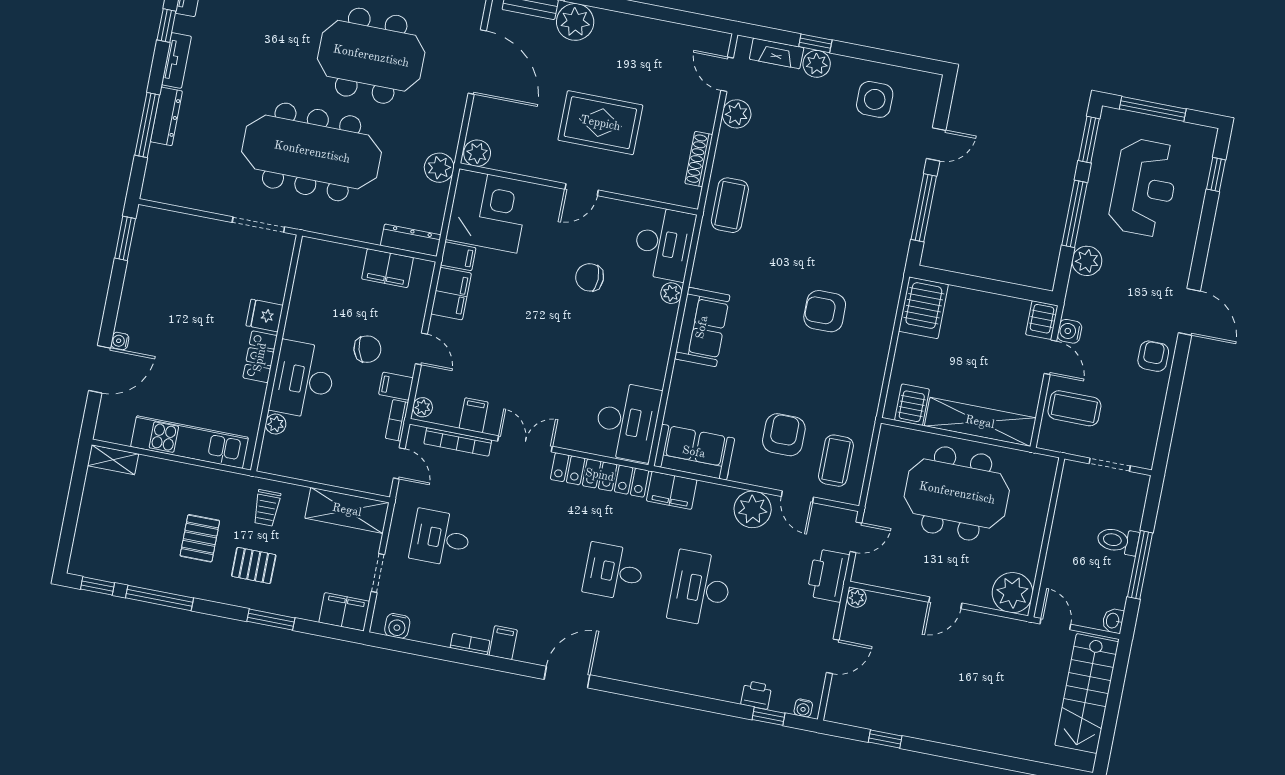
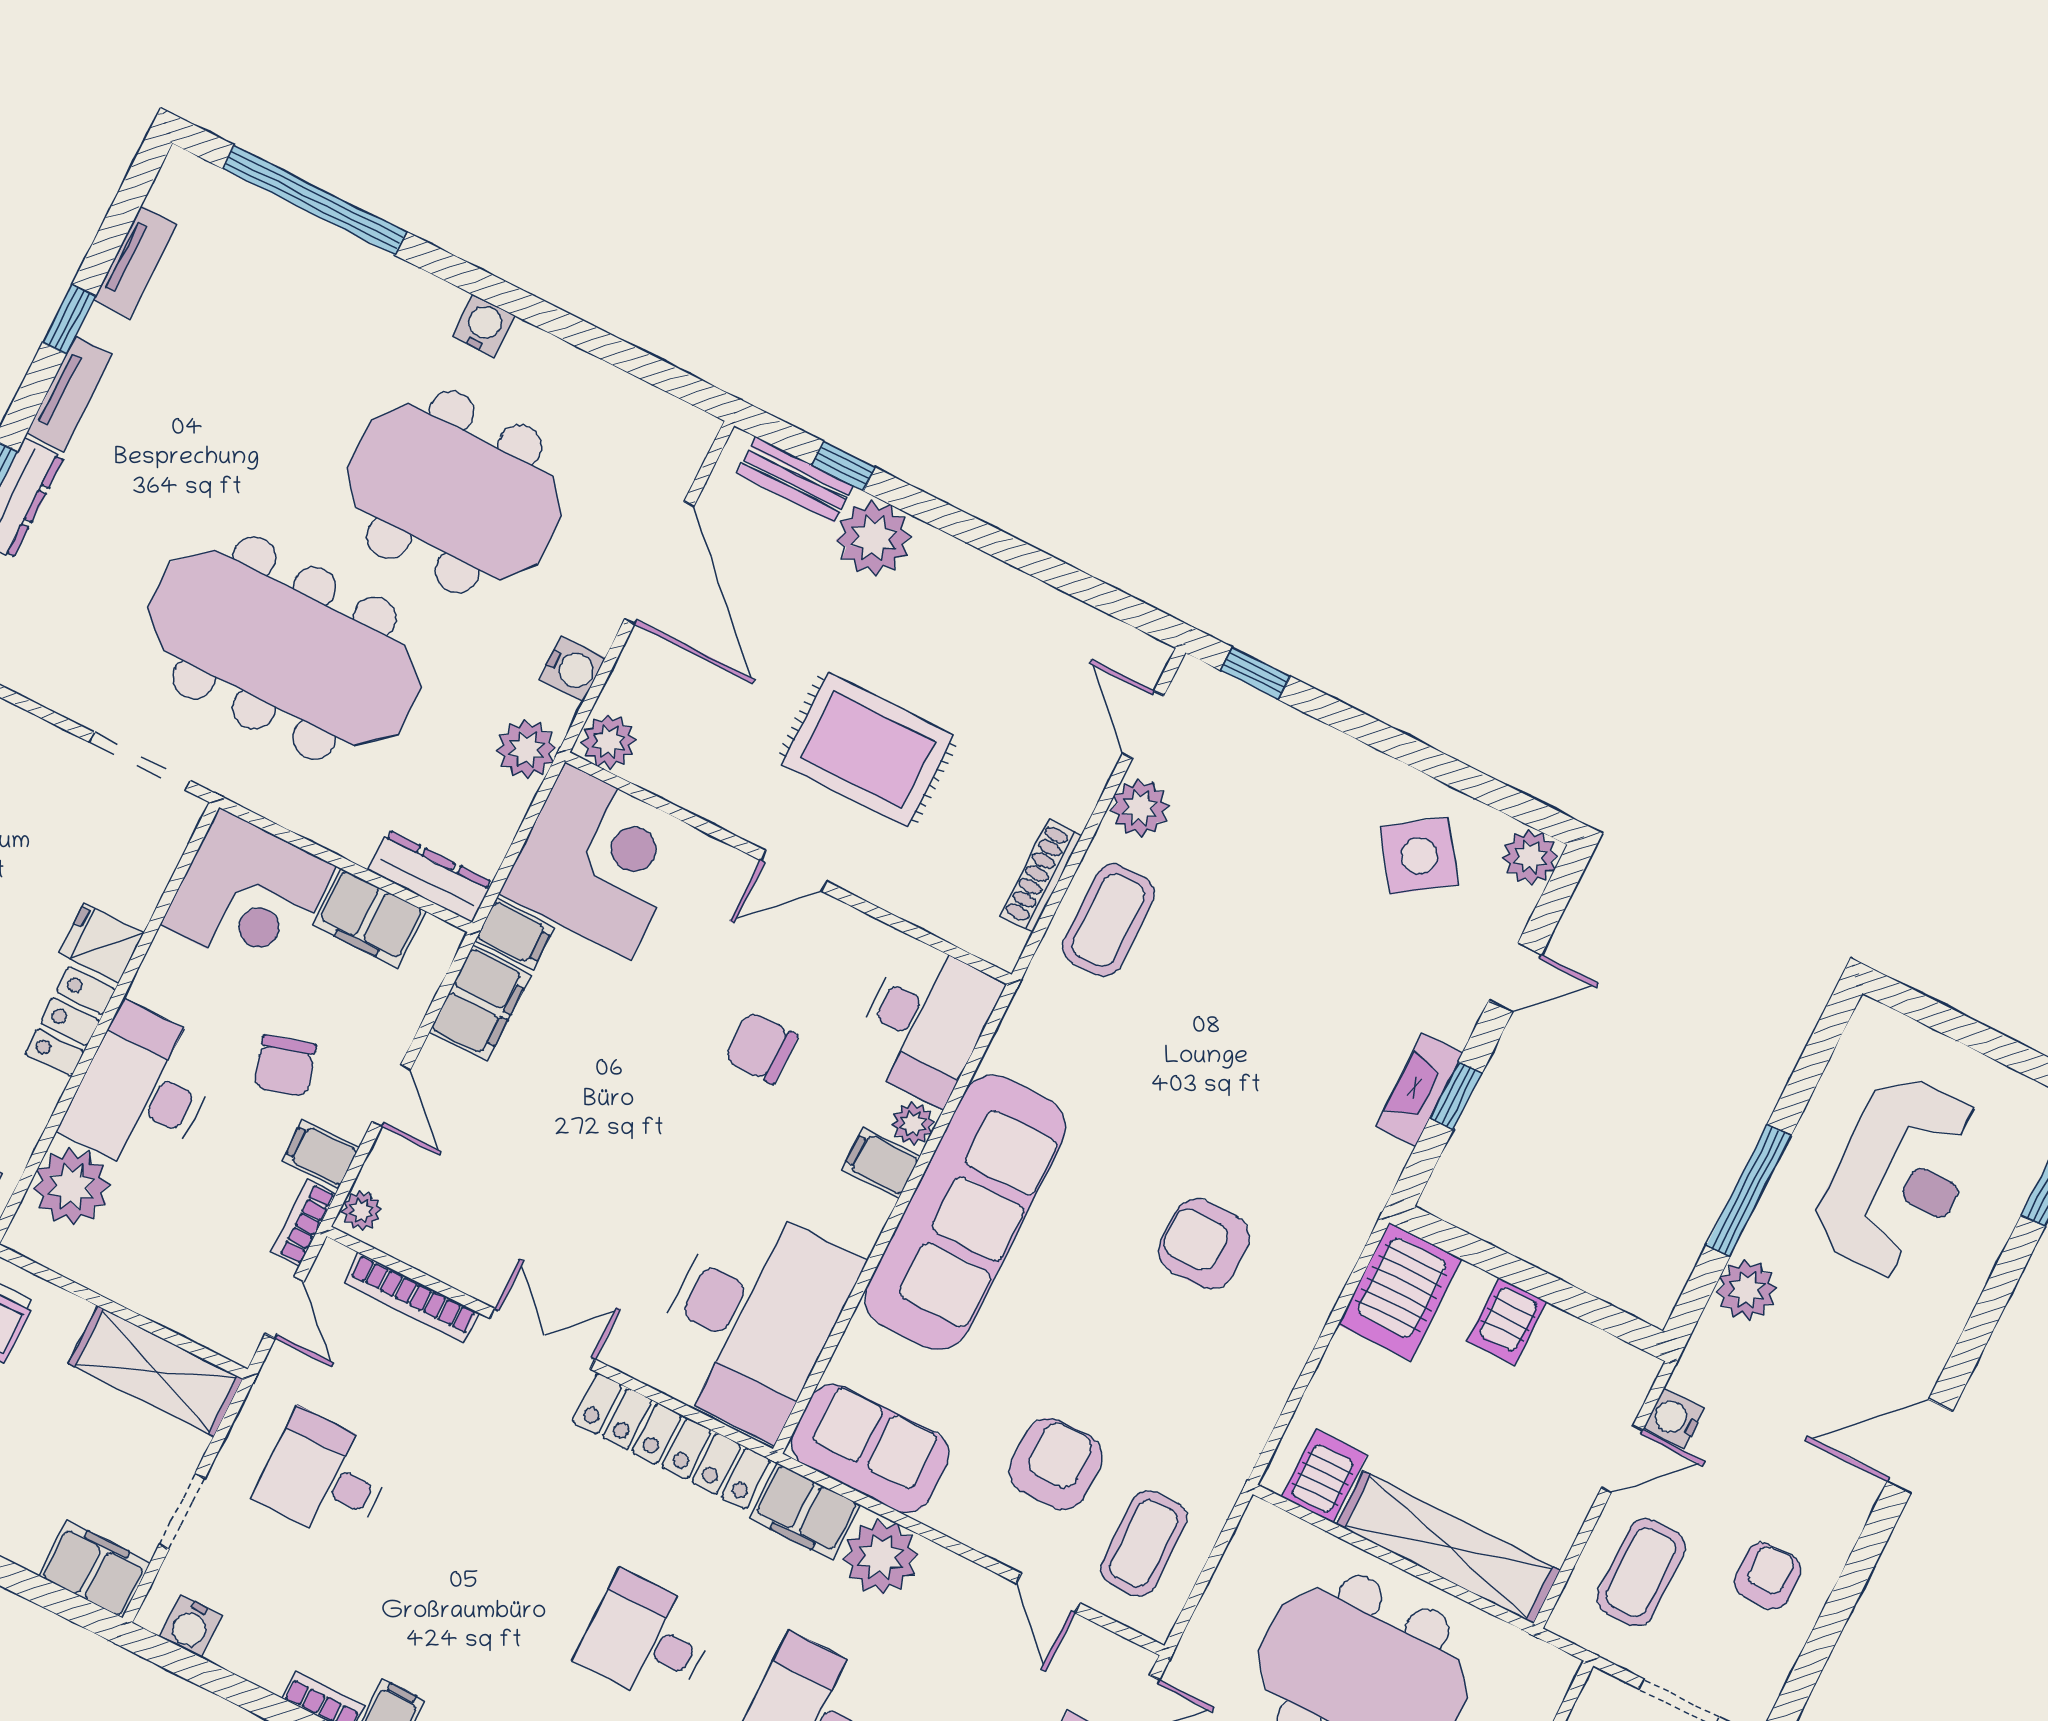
window: (815, 43) -> (1255, 673), moved
fireplace: (777, 53) -> (1419, 1090), moved, turned 90
plant: (817, 64) -> (1530, 857), moved
side table: (875, 99) -> (1419, 856), turned -35
window: (1153, 109) -> (1960, 1028), removed
water cooler: (450, 124) -> (572, 669), added
window: (1089, 140) -> (1818, 1053), removed
coffee table: (730, 205) -> (1108, 920), moved
window: (924, 208) -> (1456, 1095), width x0.46
corner desk: (328, 274) -> (248, 896), added
door: (1189, 312) -> (1920, 1447), swing flipped
server rack: (1042, 320) -> (1507, 1322), moved
sofa: (702, 327) -> (965, 1212), width x1.85, depth x1.27
chair: (367, 349) -> (285, 1066), turned 89
armchair: (1153, 356) -> (1768, 1576), moved
door: (1050, 357) -> (1622, 1459), hinge flipped
coffee table: (1074, 408) -> (1641, 1572), turned 90
filing cabinet: (474, 415) -> (881, 1163), moved, turned -90
desk: (627, 422) -> (752, 1319), width x1.36, depth x1.30
plant: (276, 424) -> (71, 1187), width x1.87, depth x1.87
plant: (753, 509) -> (881, 1557), moved

